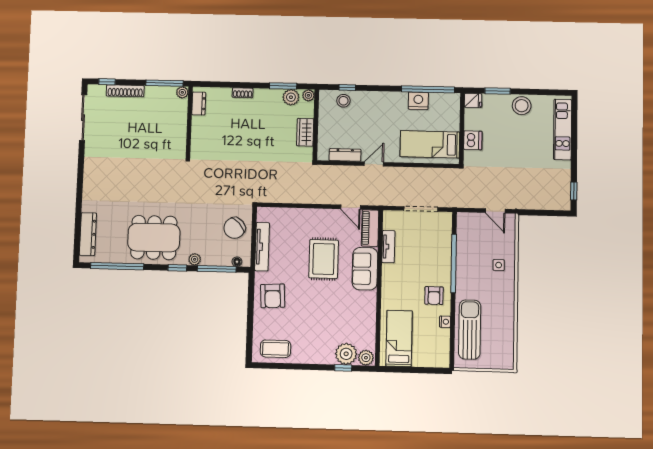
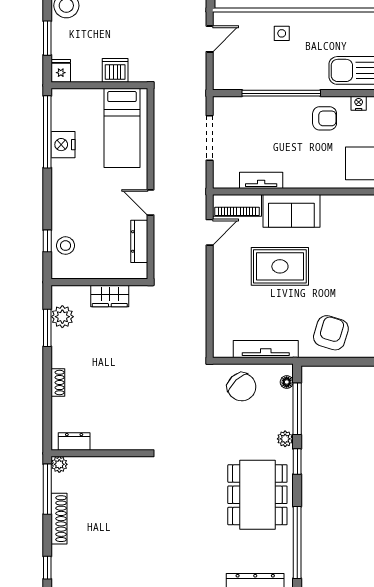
shoe rack: (125, 91) -> (59, 519), moved
plant: (308, 95) -> (59, 293), removed
armchair: (273, 296) -> (331, 333), turned -70

